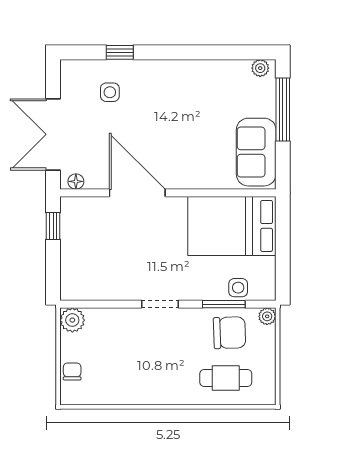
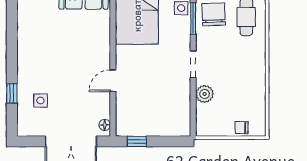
door: (137, 193) -> (113, 81), width x0.53
plant: (72, 320) -> (205, 94), moved

